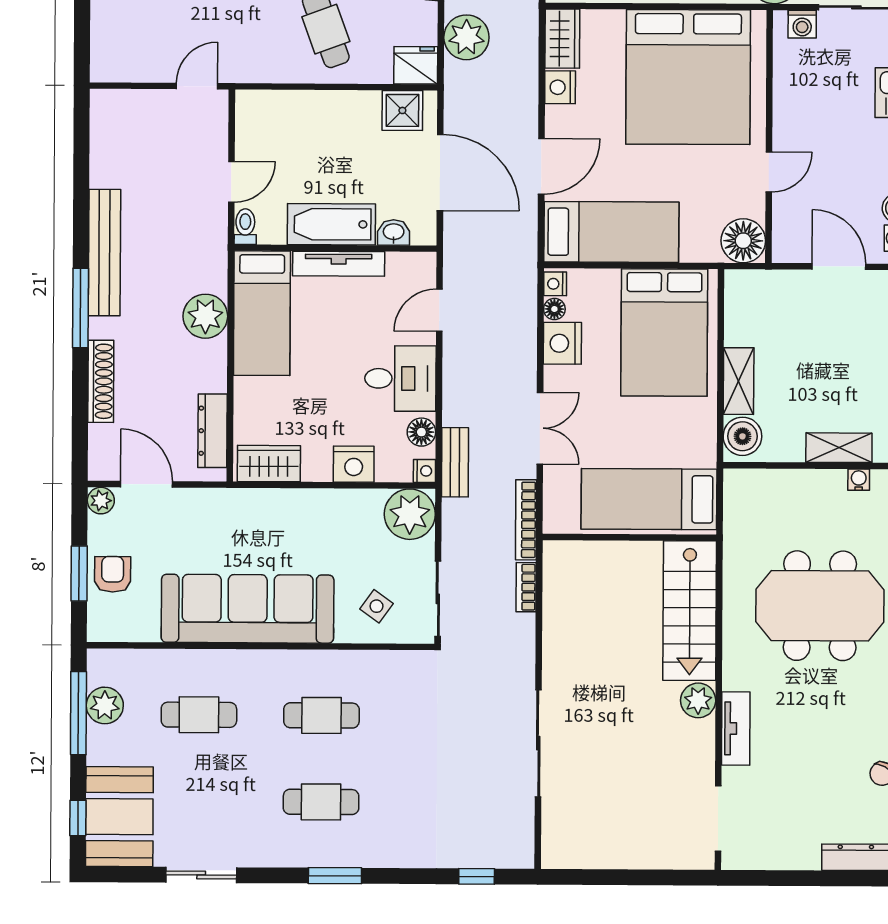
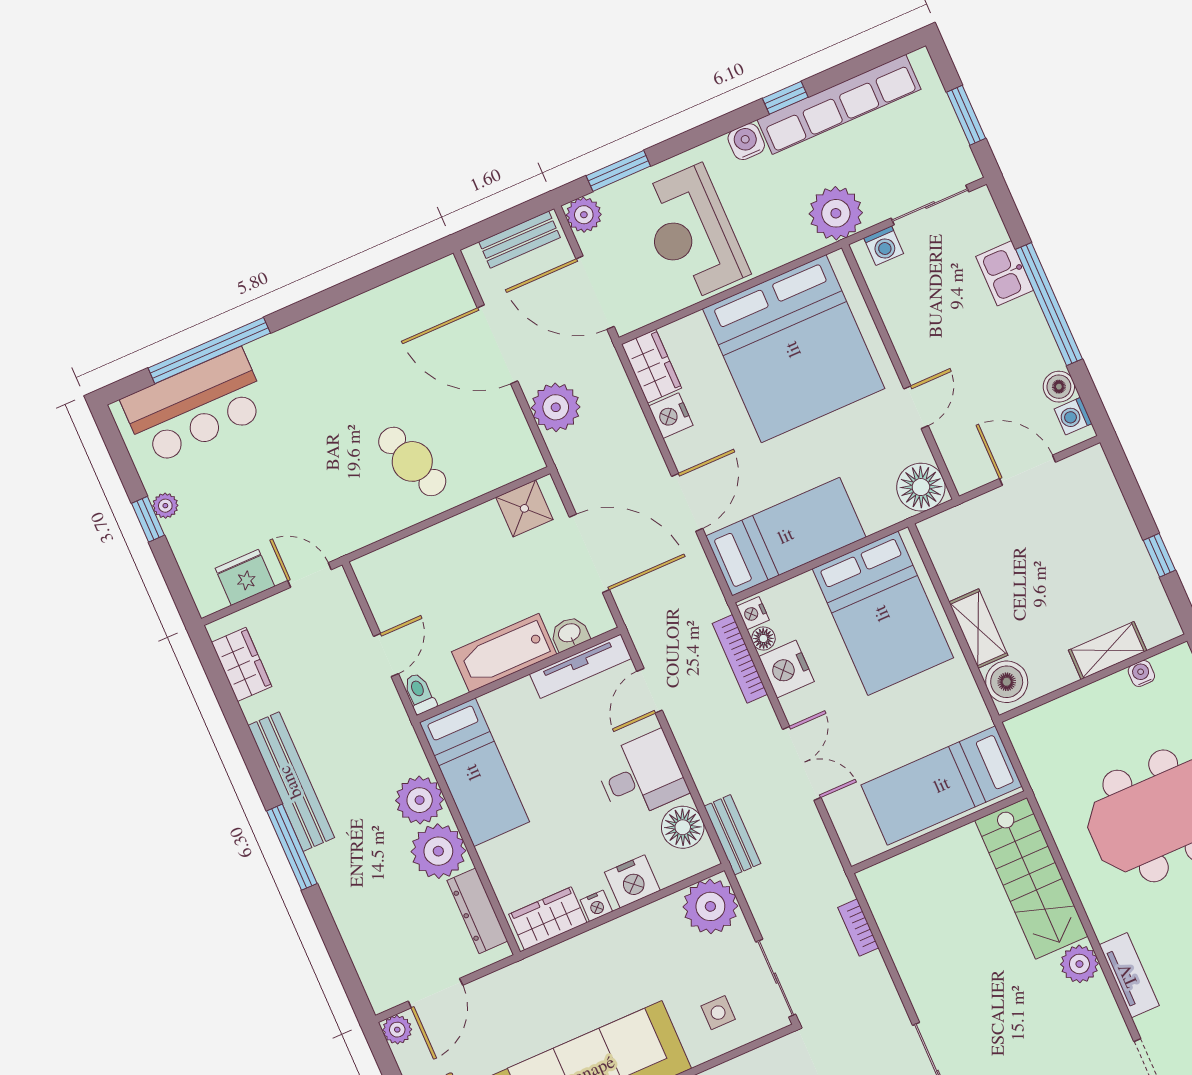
fridge: (416, 65) -> (245, 577), moved
door: (197, 86) -> (309, 575), hinge flipped
wardrobe: (107, 136) -> (242, 664), added
tv unit: (339, 264) -> (581, 666), moved
plant: (202, 366) -> (438, 851), added
shoe rack: (101, 381) -> (344, 911), removed
floor lamp: (421, 432) -> (683, 827), width x1.38, depth x1.38
nightstand: (424, 471) -> (596, 906), moved, turned 90
door: (147, 484) -> (435, 993), swing flipped
bookcase: (526, 520) -> (740, 659), moved
side table: (377, 606) -> (718, 1013), turned -36

